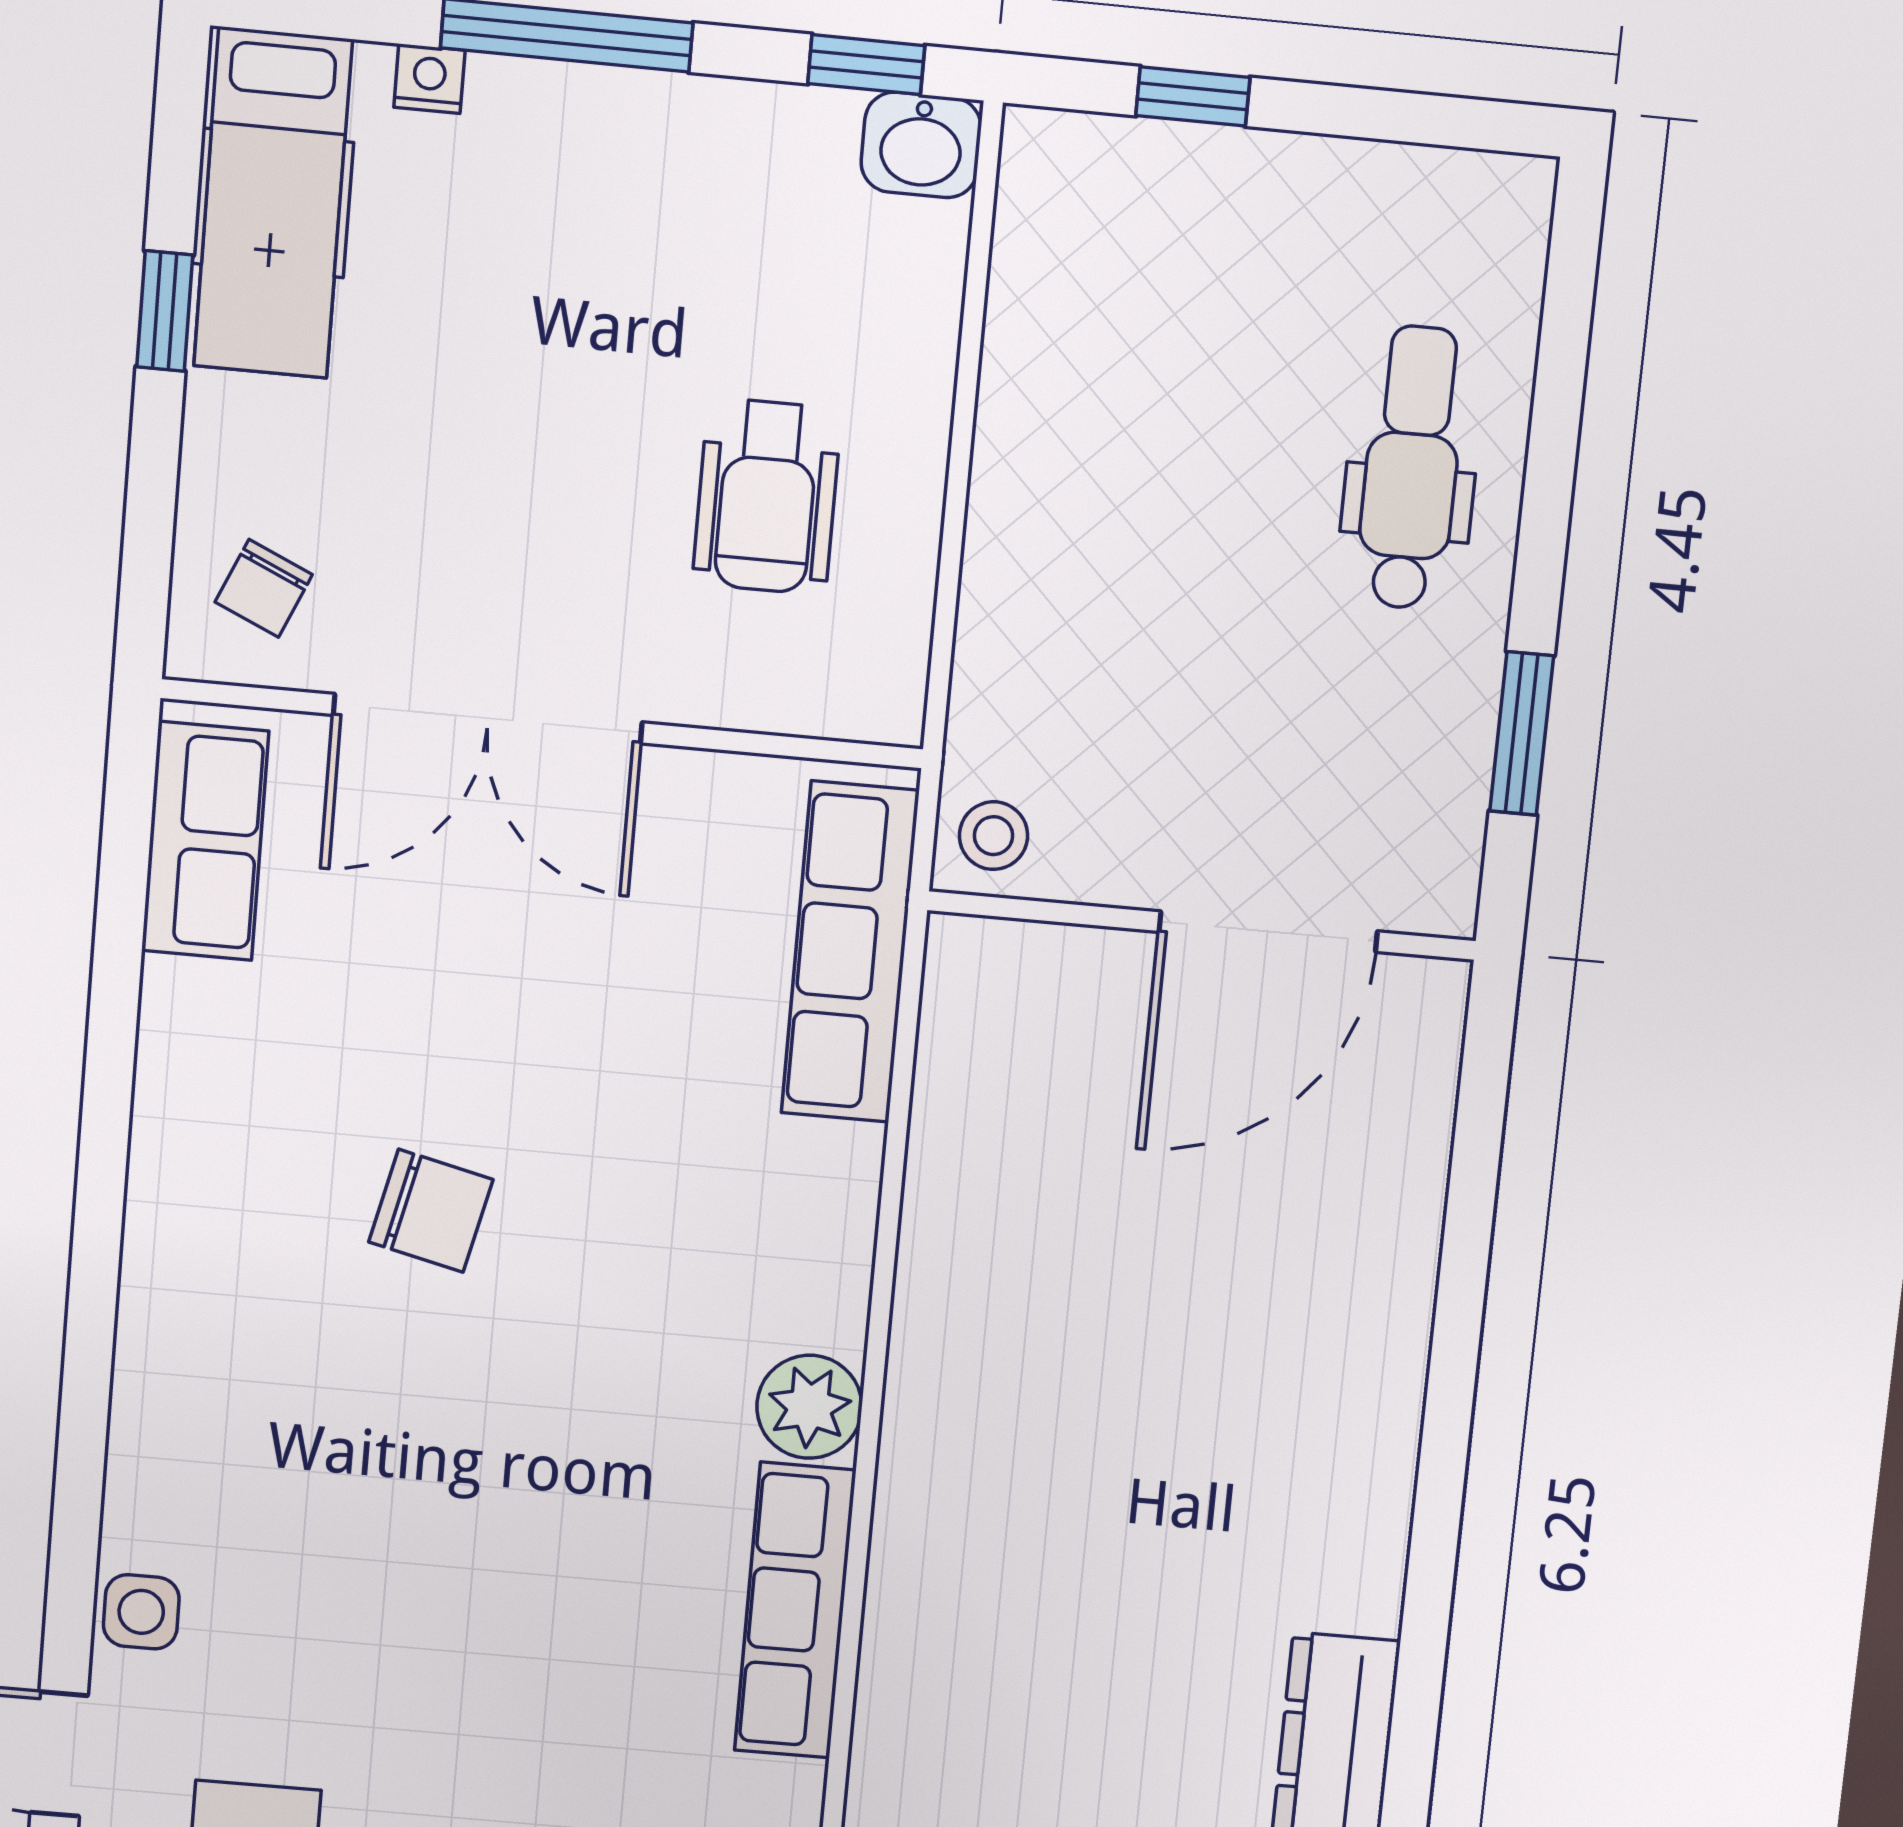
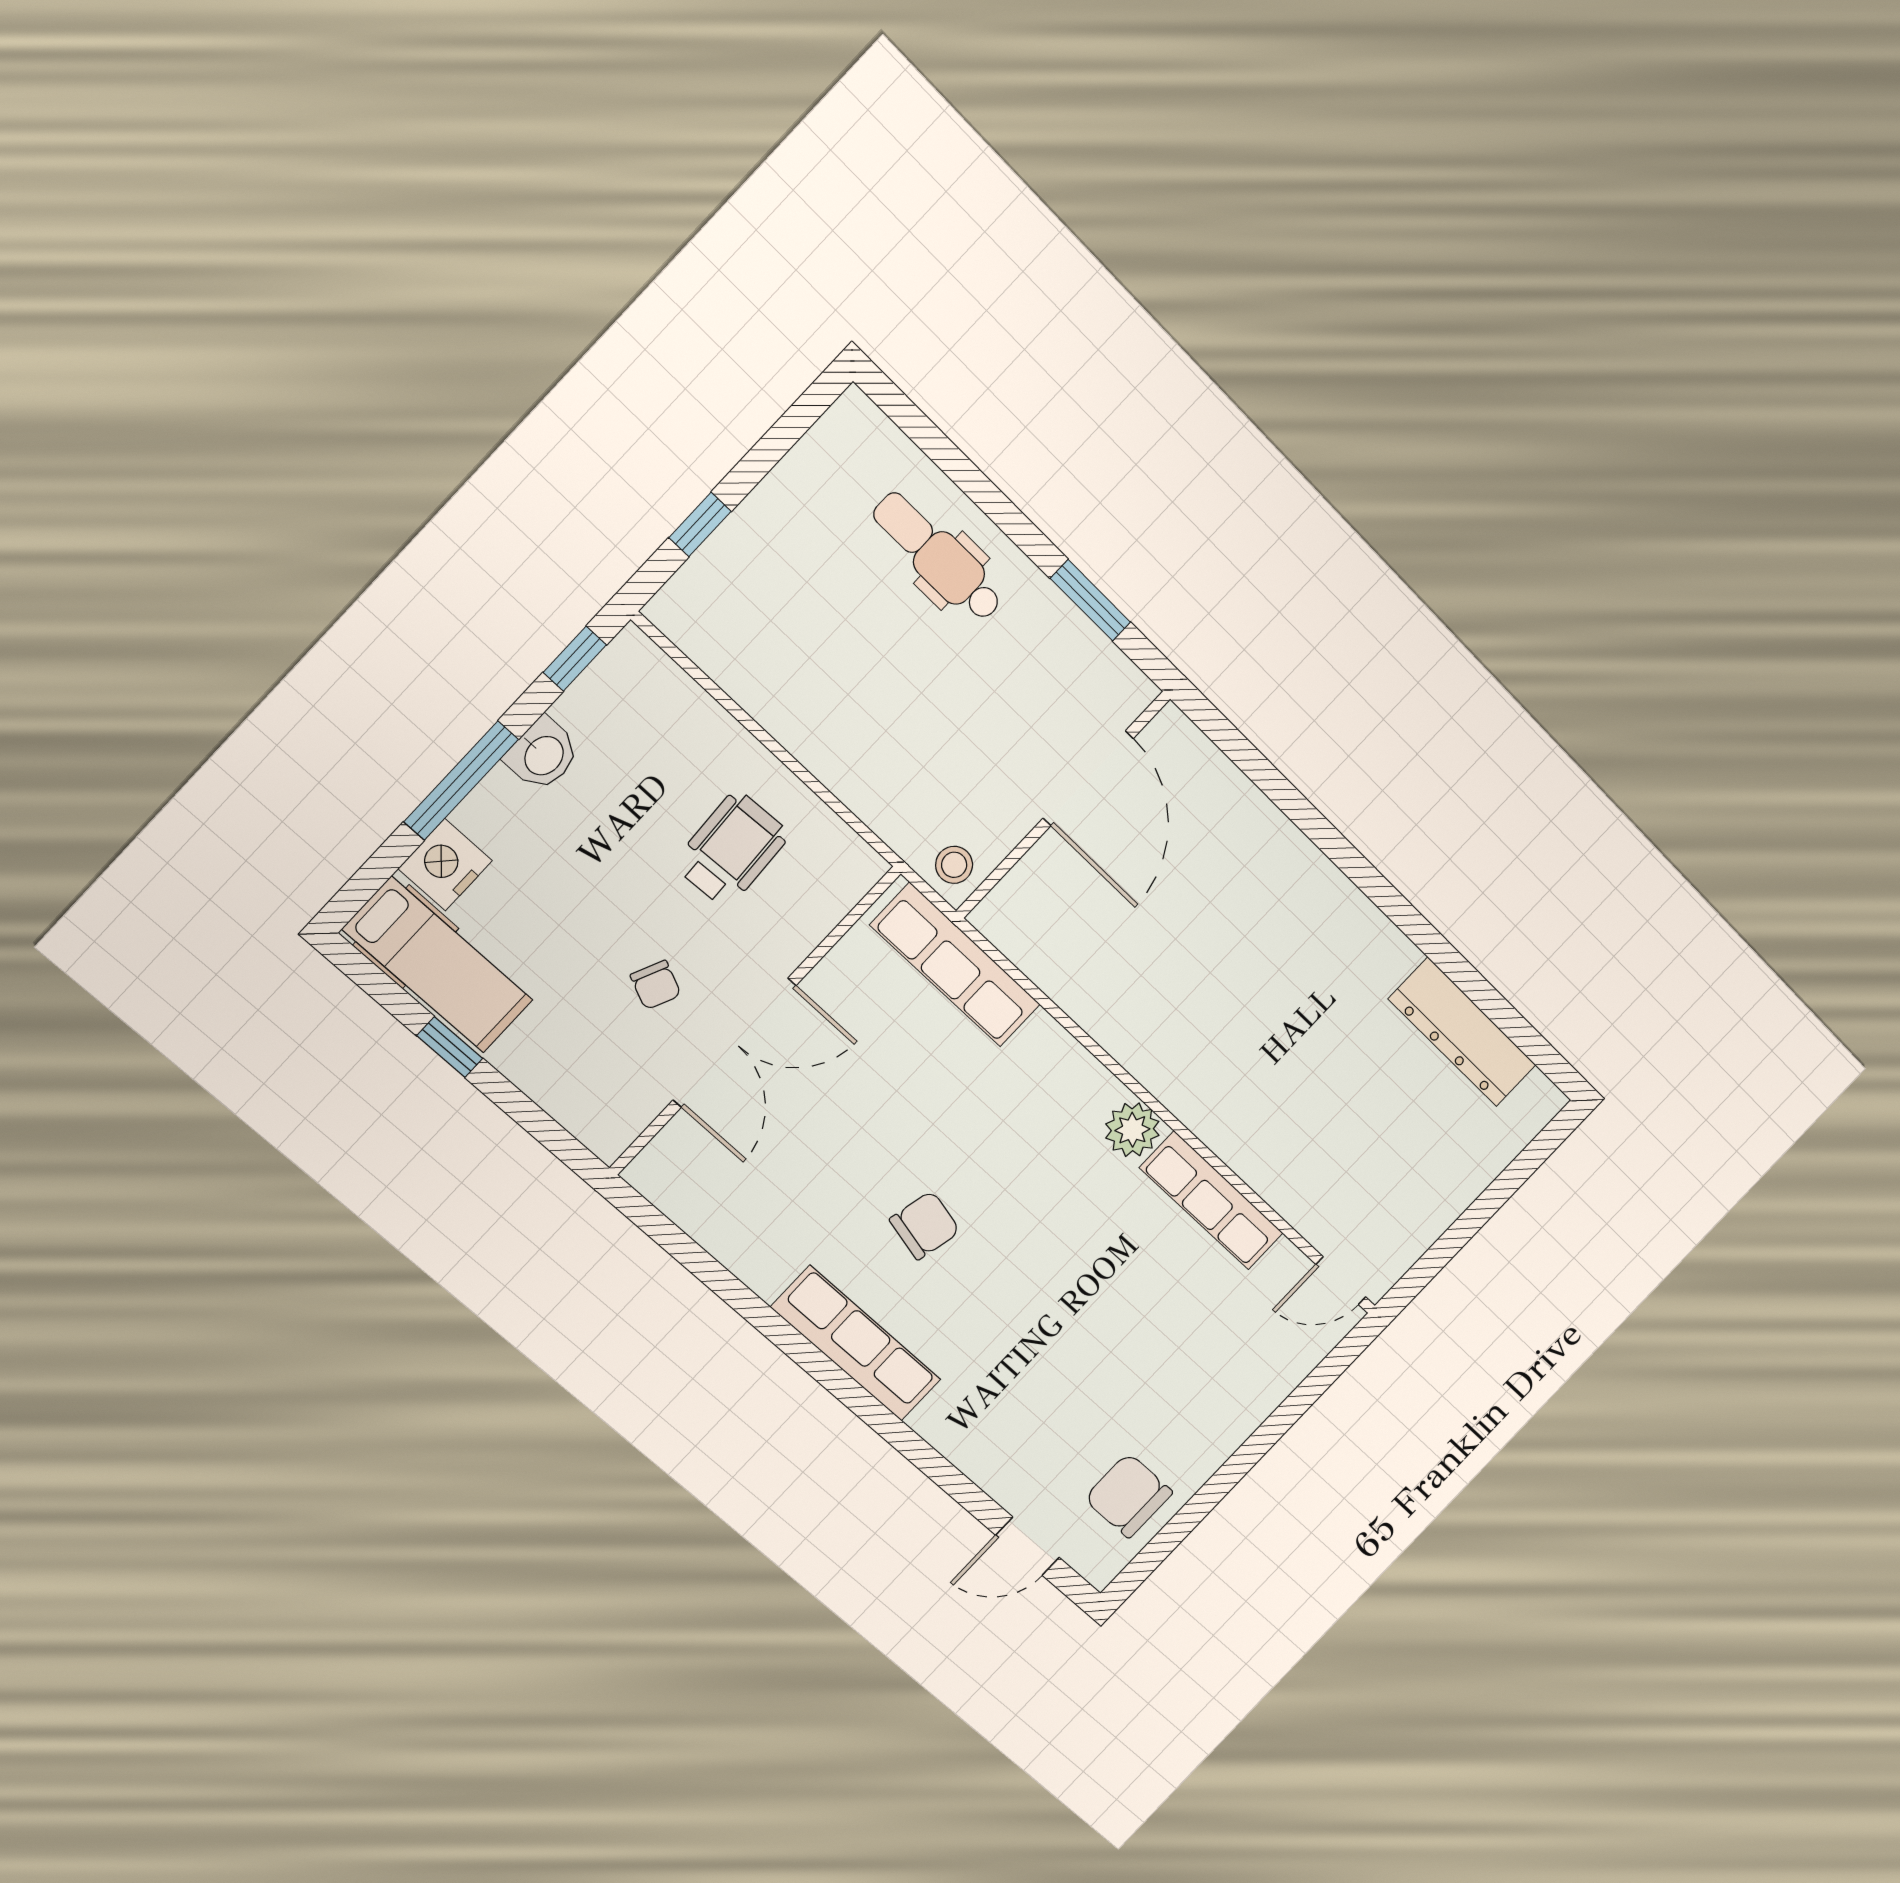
nightstand: (429, 79) -> (445, 865), width x1.89, depth x1.79
washbasin: (921, 145) -> (543, 755), moved
wheelchair: (767, 496) -> (732, 849), turned -93
chair: (264, 588) -> (656, 985), moved
row of seats: (205, 841) -> (856, 1344), moved, width x1.48
side table: (141, 1612) -> (996, 1470), removed

